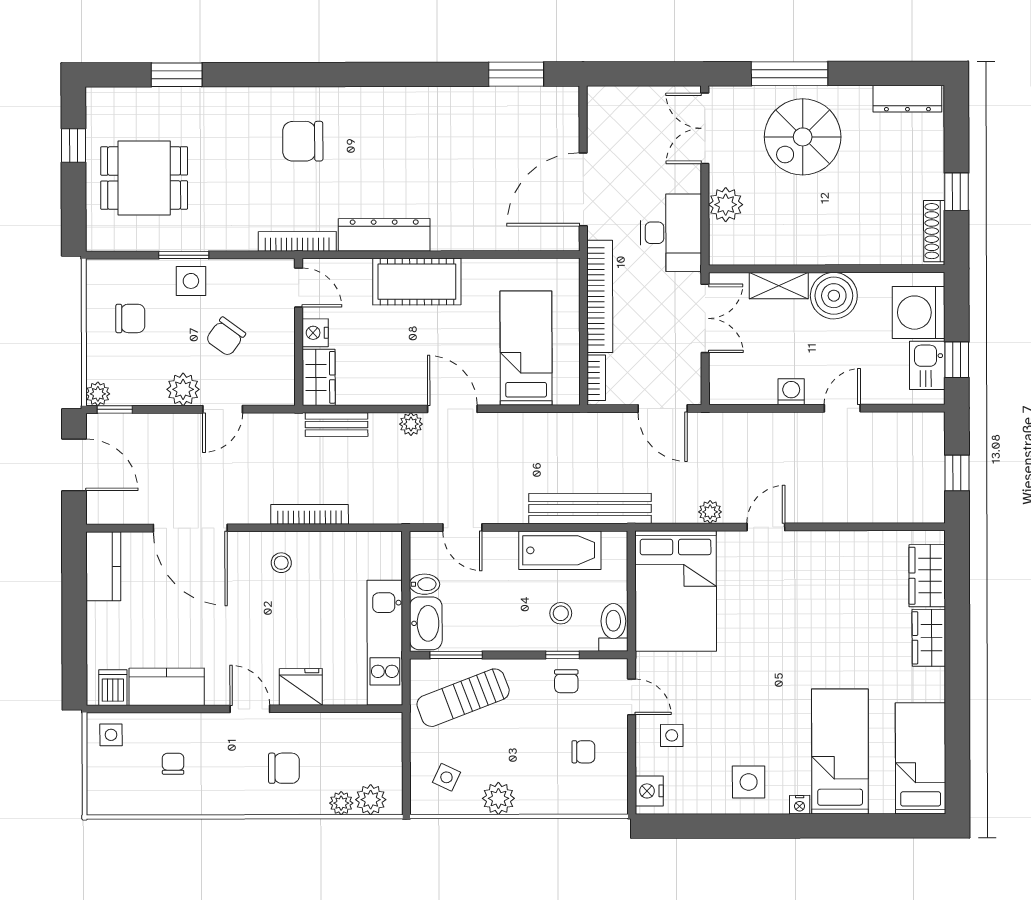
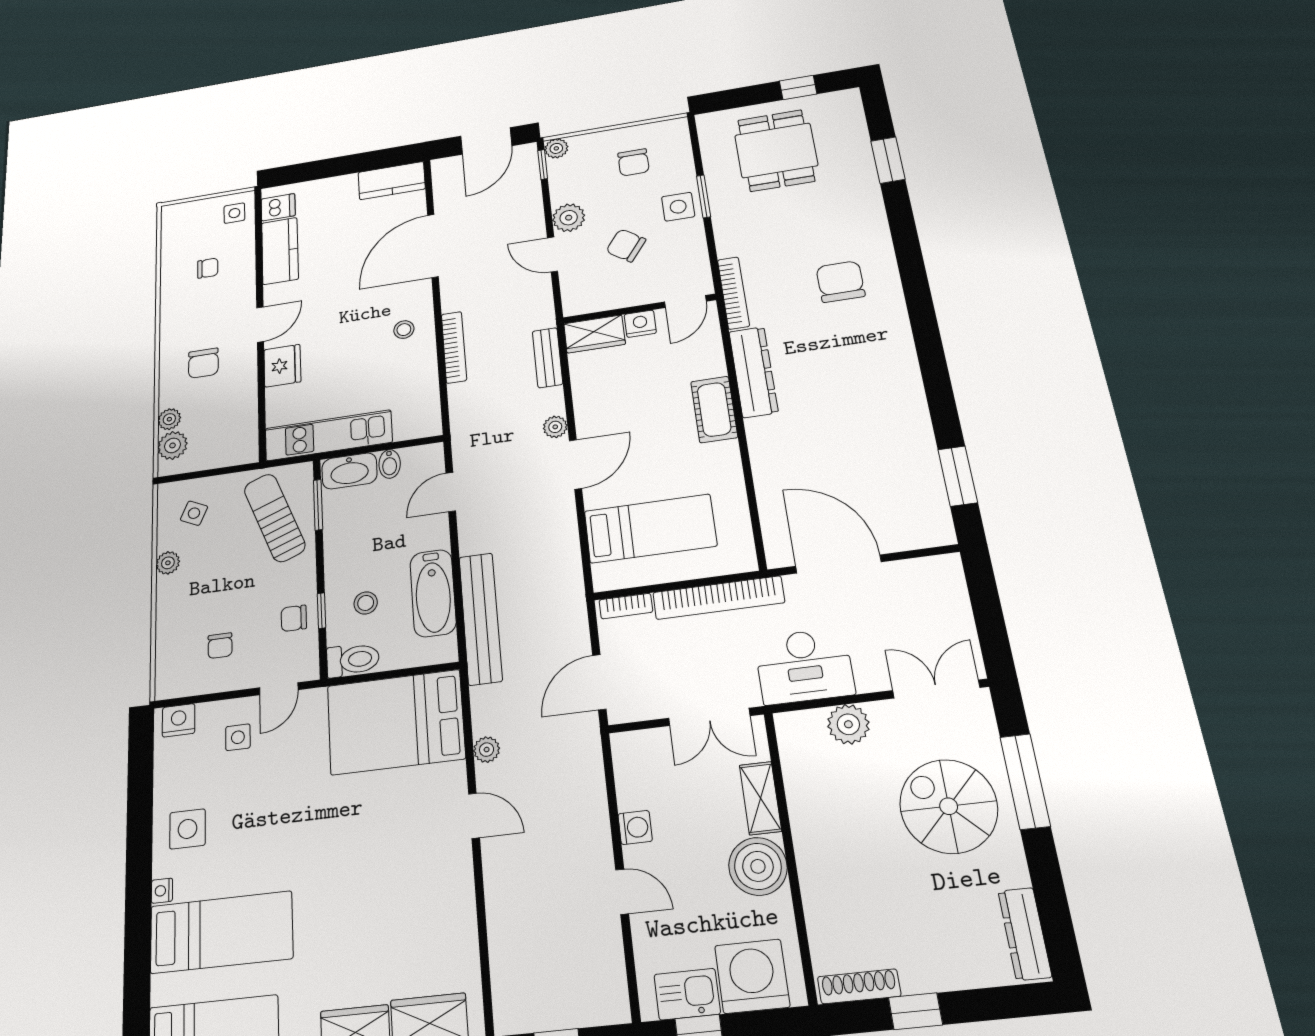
cot: (417, 282) -> (714, 409), width x0.73, depth x0.75
plant: (498, 798) -> (168, 563), width x0.73, depth x0.73

